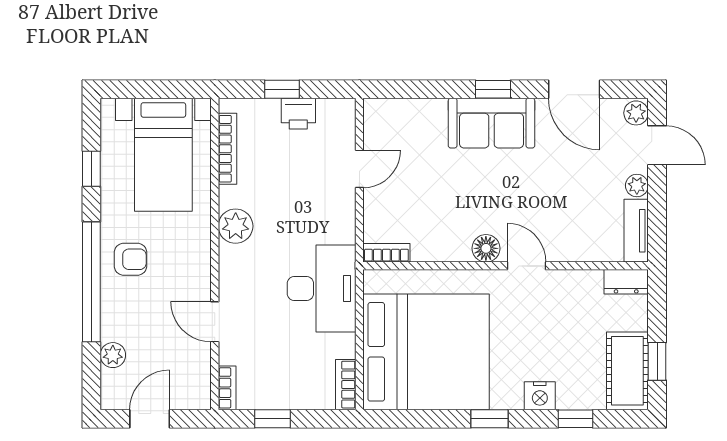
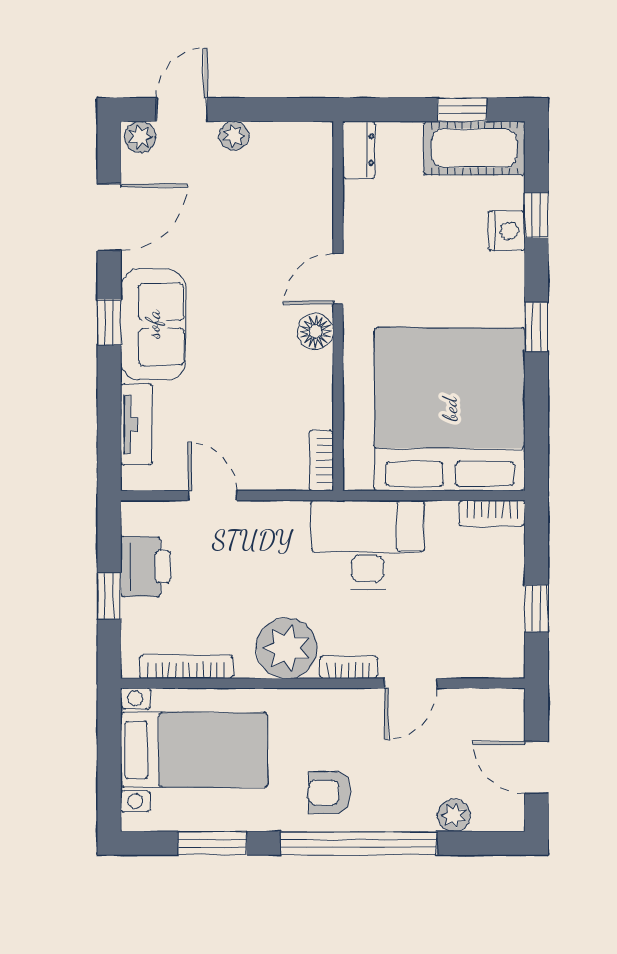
printer: (298, 114) -> (146, 567), width x1.36, depth x1.24
window: (91, 169) -> (212, 843), width x1.50
plant: (236, 226) -> (287, 648), width x1.36, depth x1.36
tv unit: (636, 231) -> (136, 424), moved, turned -90
armchair: (131, 259) -> (330, 792), turned -90
bookcase: (227, 388) -> (349, 667), moved
nightstand: (540, 396) -> (507, 231), moved

